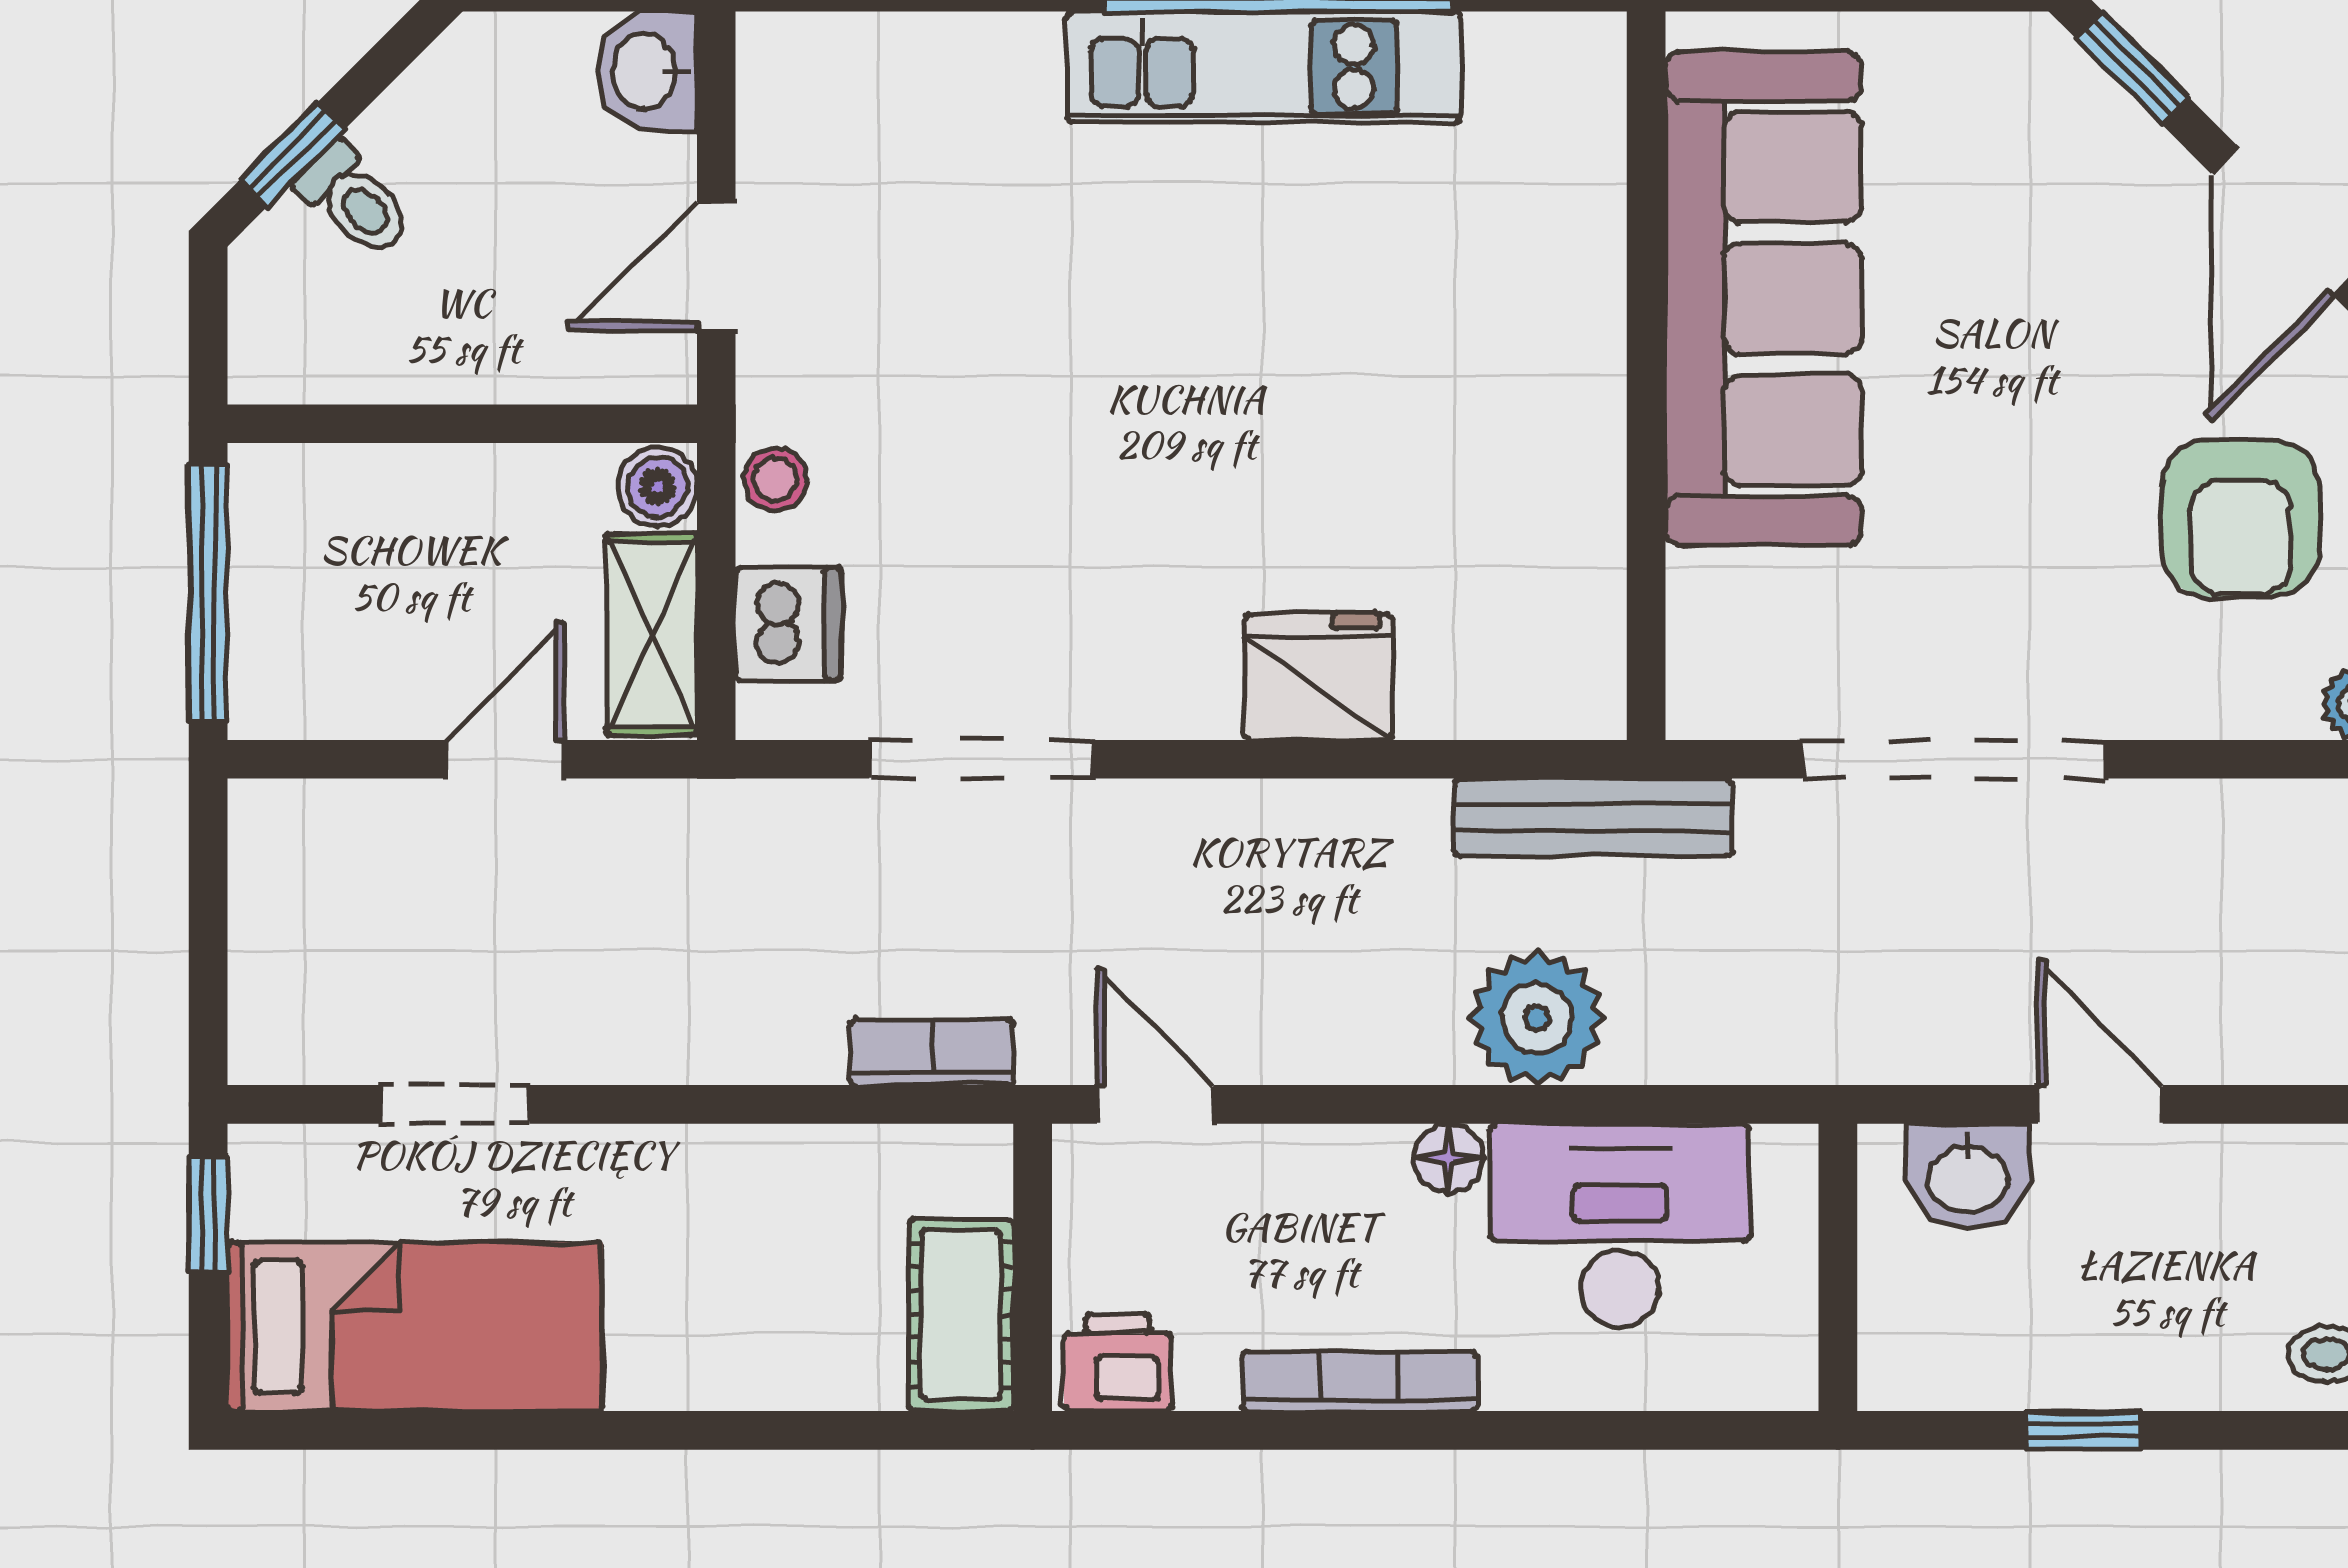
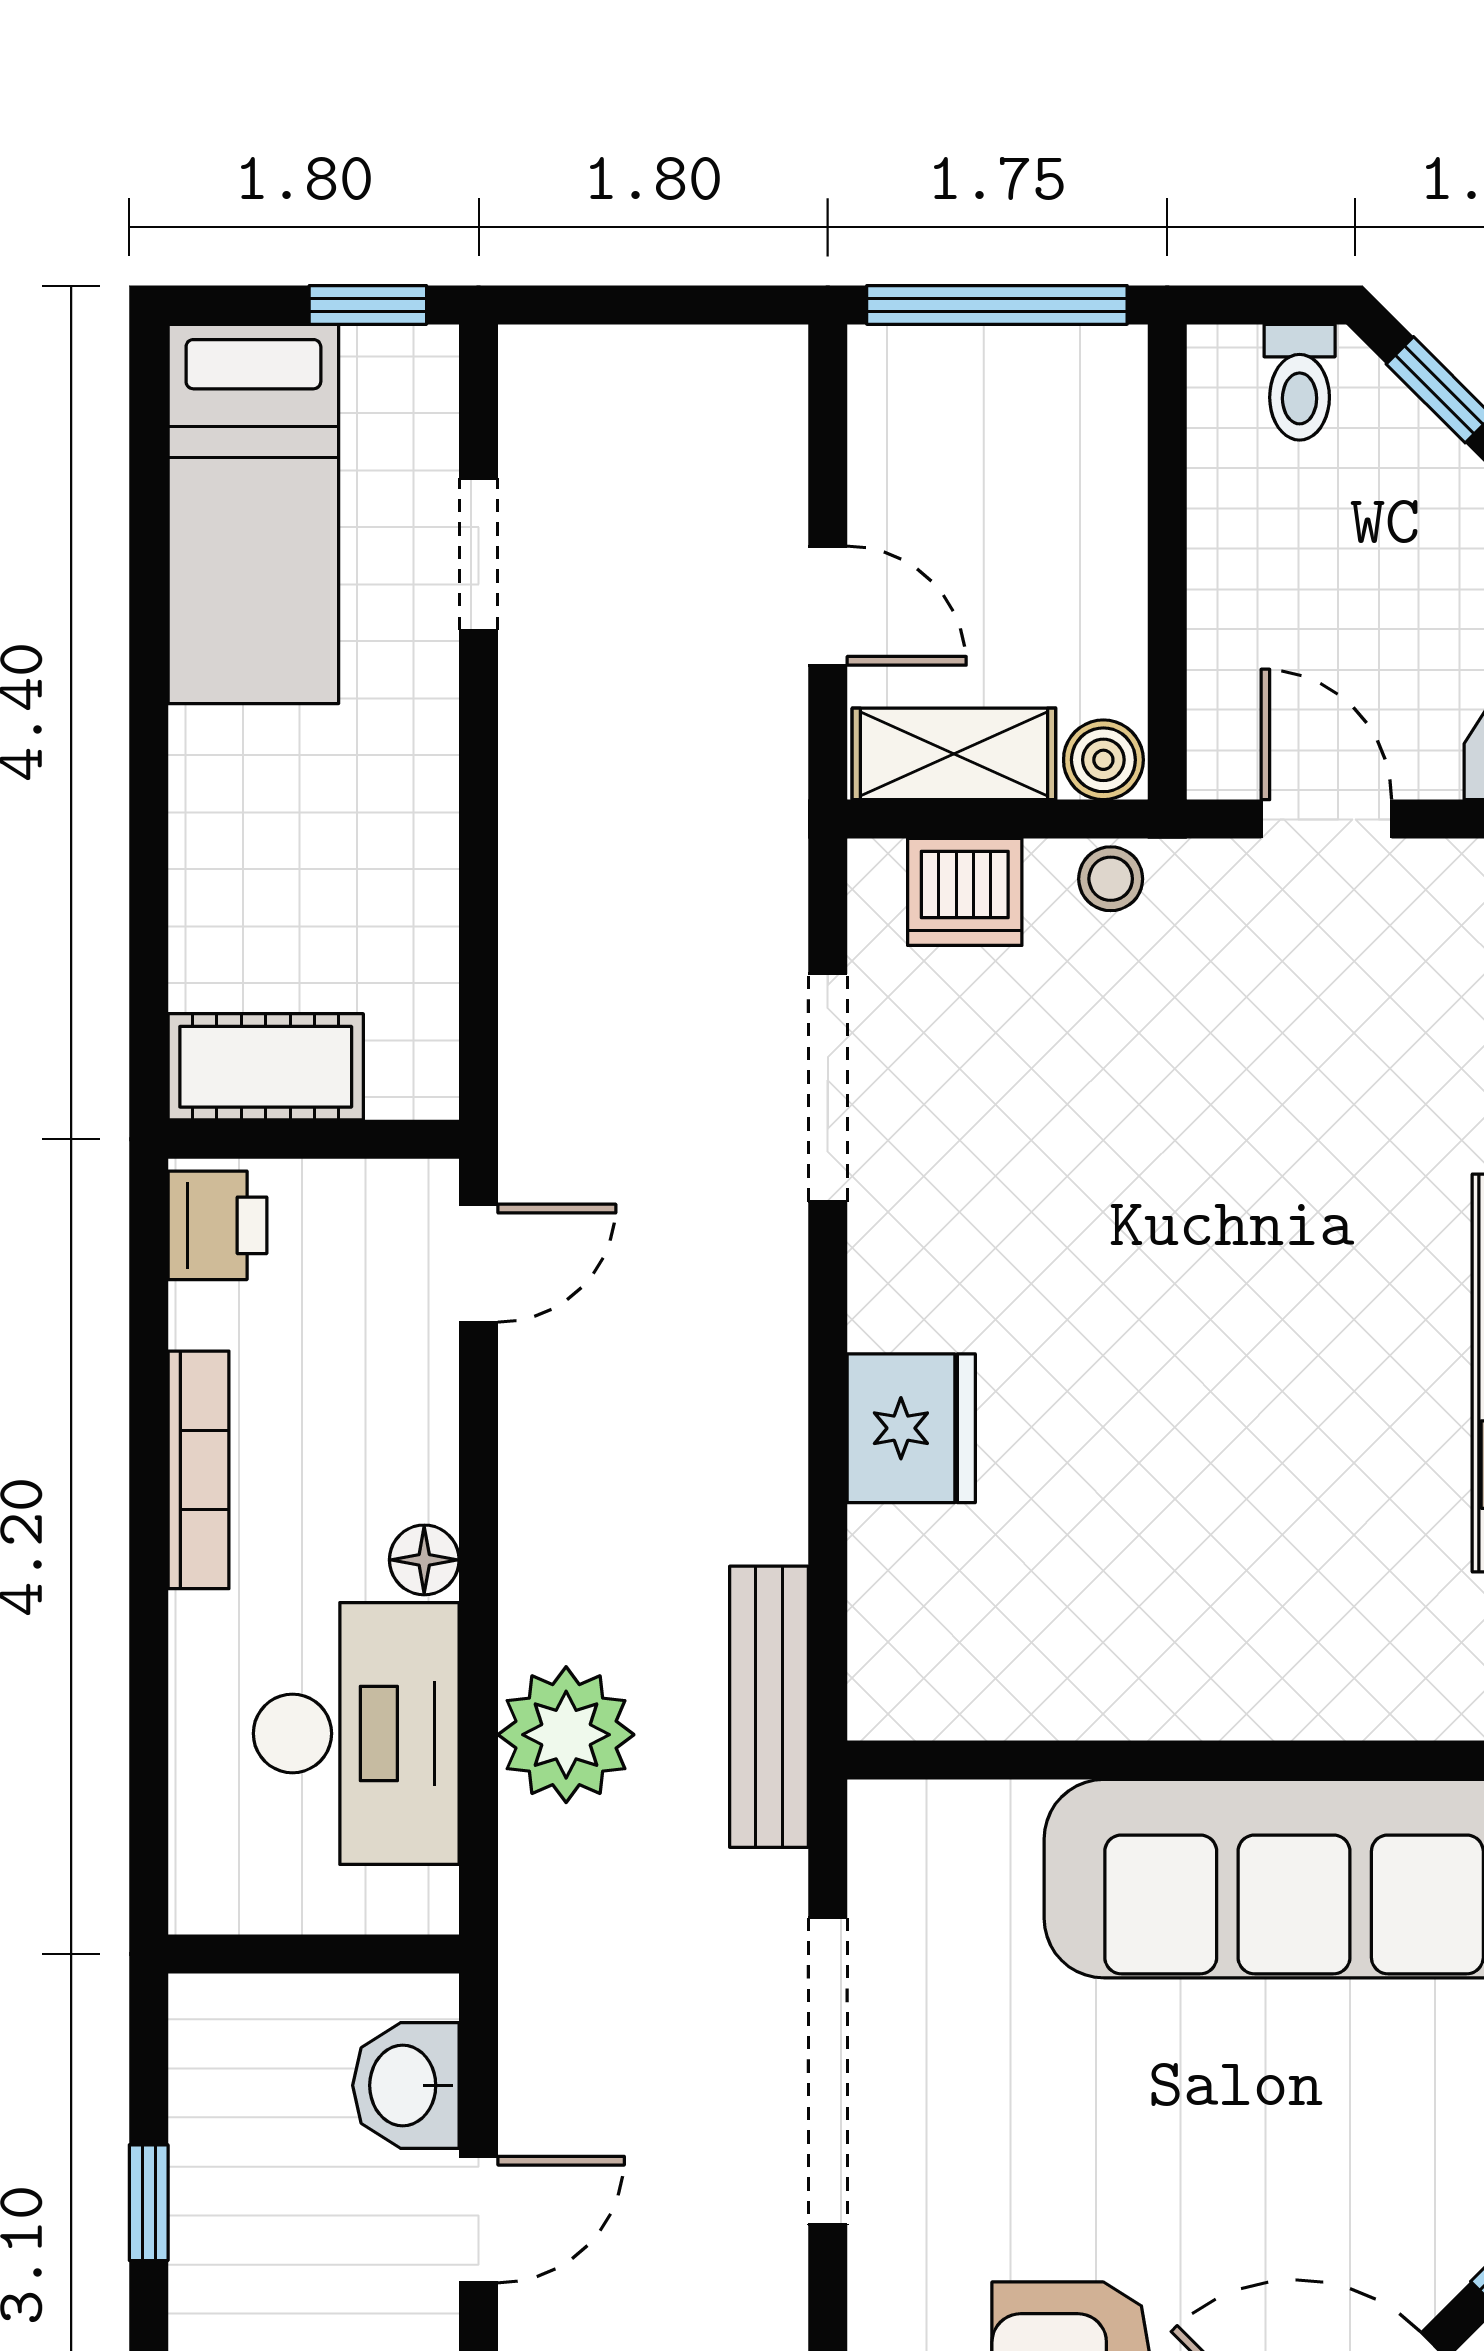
toilet: (354, 200) -> (1300, 382), moved, turned -45
plant: (1537, 1018) -> (566, 1735), moved
bookcase: (932, 1052) -> (531, 1037), removed

